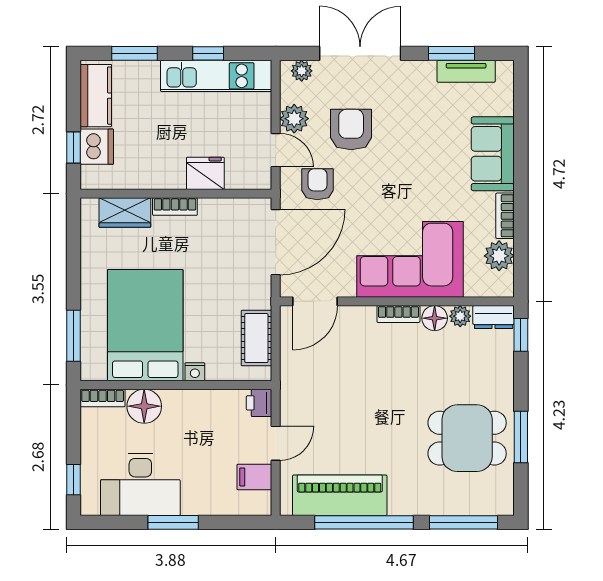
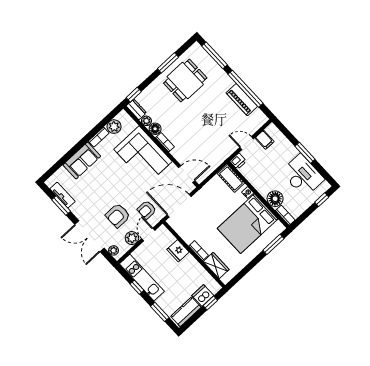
cot: (256, 338) -> (231, 178), moved, turned 90
dining table: (467, 438) -> (185, 81), turned 90
piano: (340, 495) -> (242, 100), width x0.73, depth x0.75

